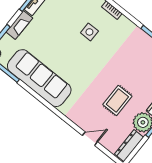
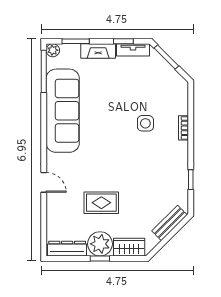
door: (90, 139) -> (44, 182), moved

